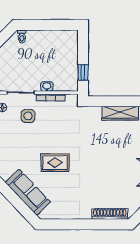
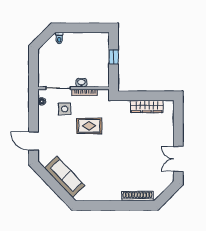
window: (83, 72) -> (114, 57), moved
rug: (55, 163) -> (89, 126), moved

